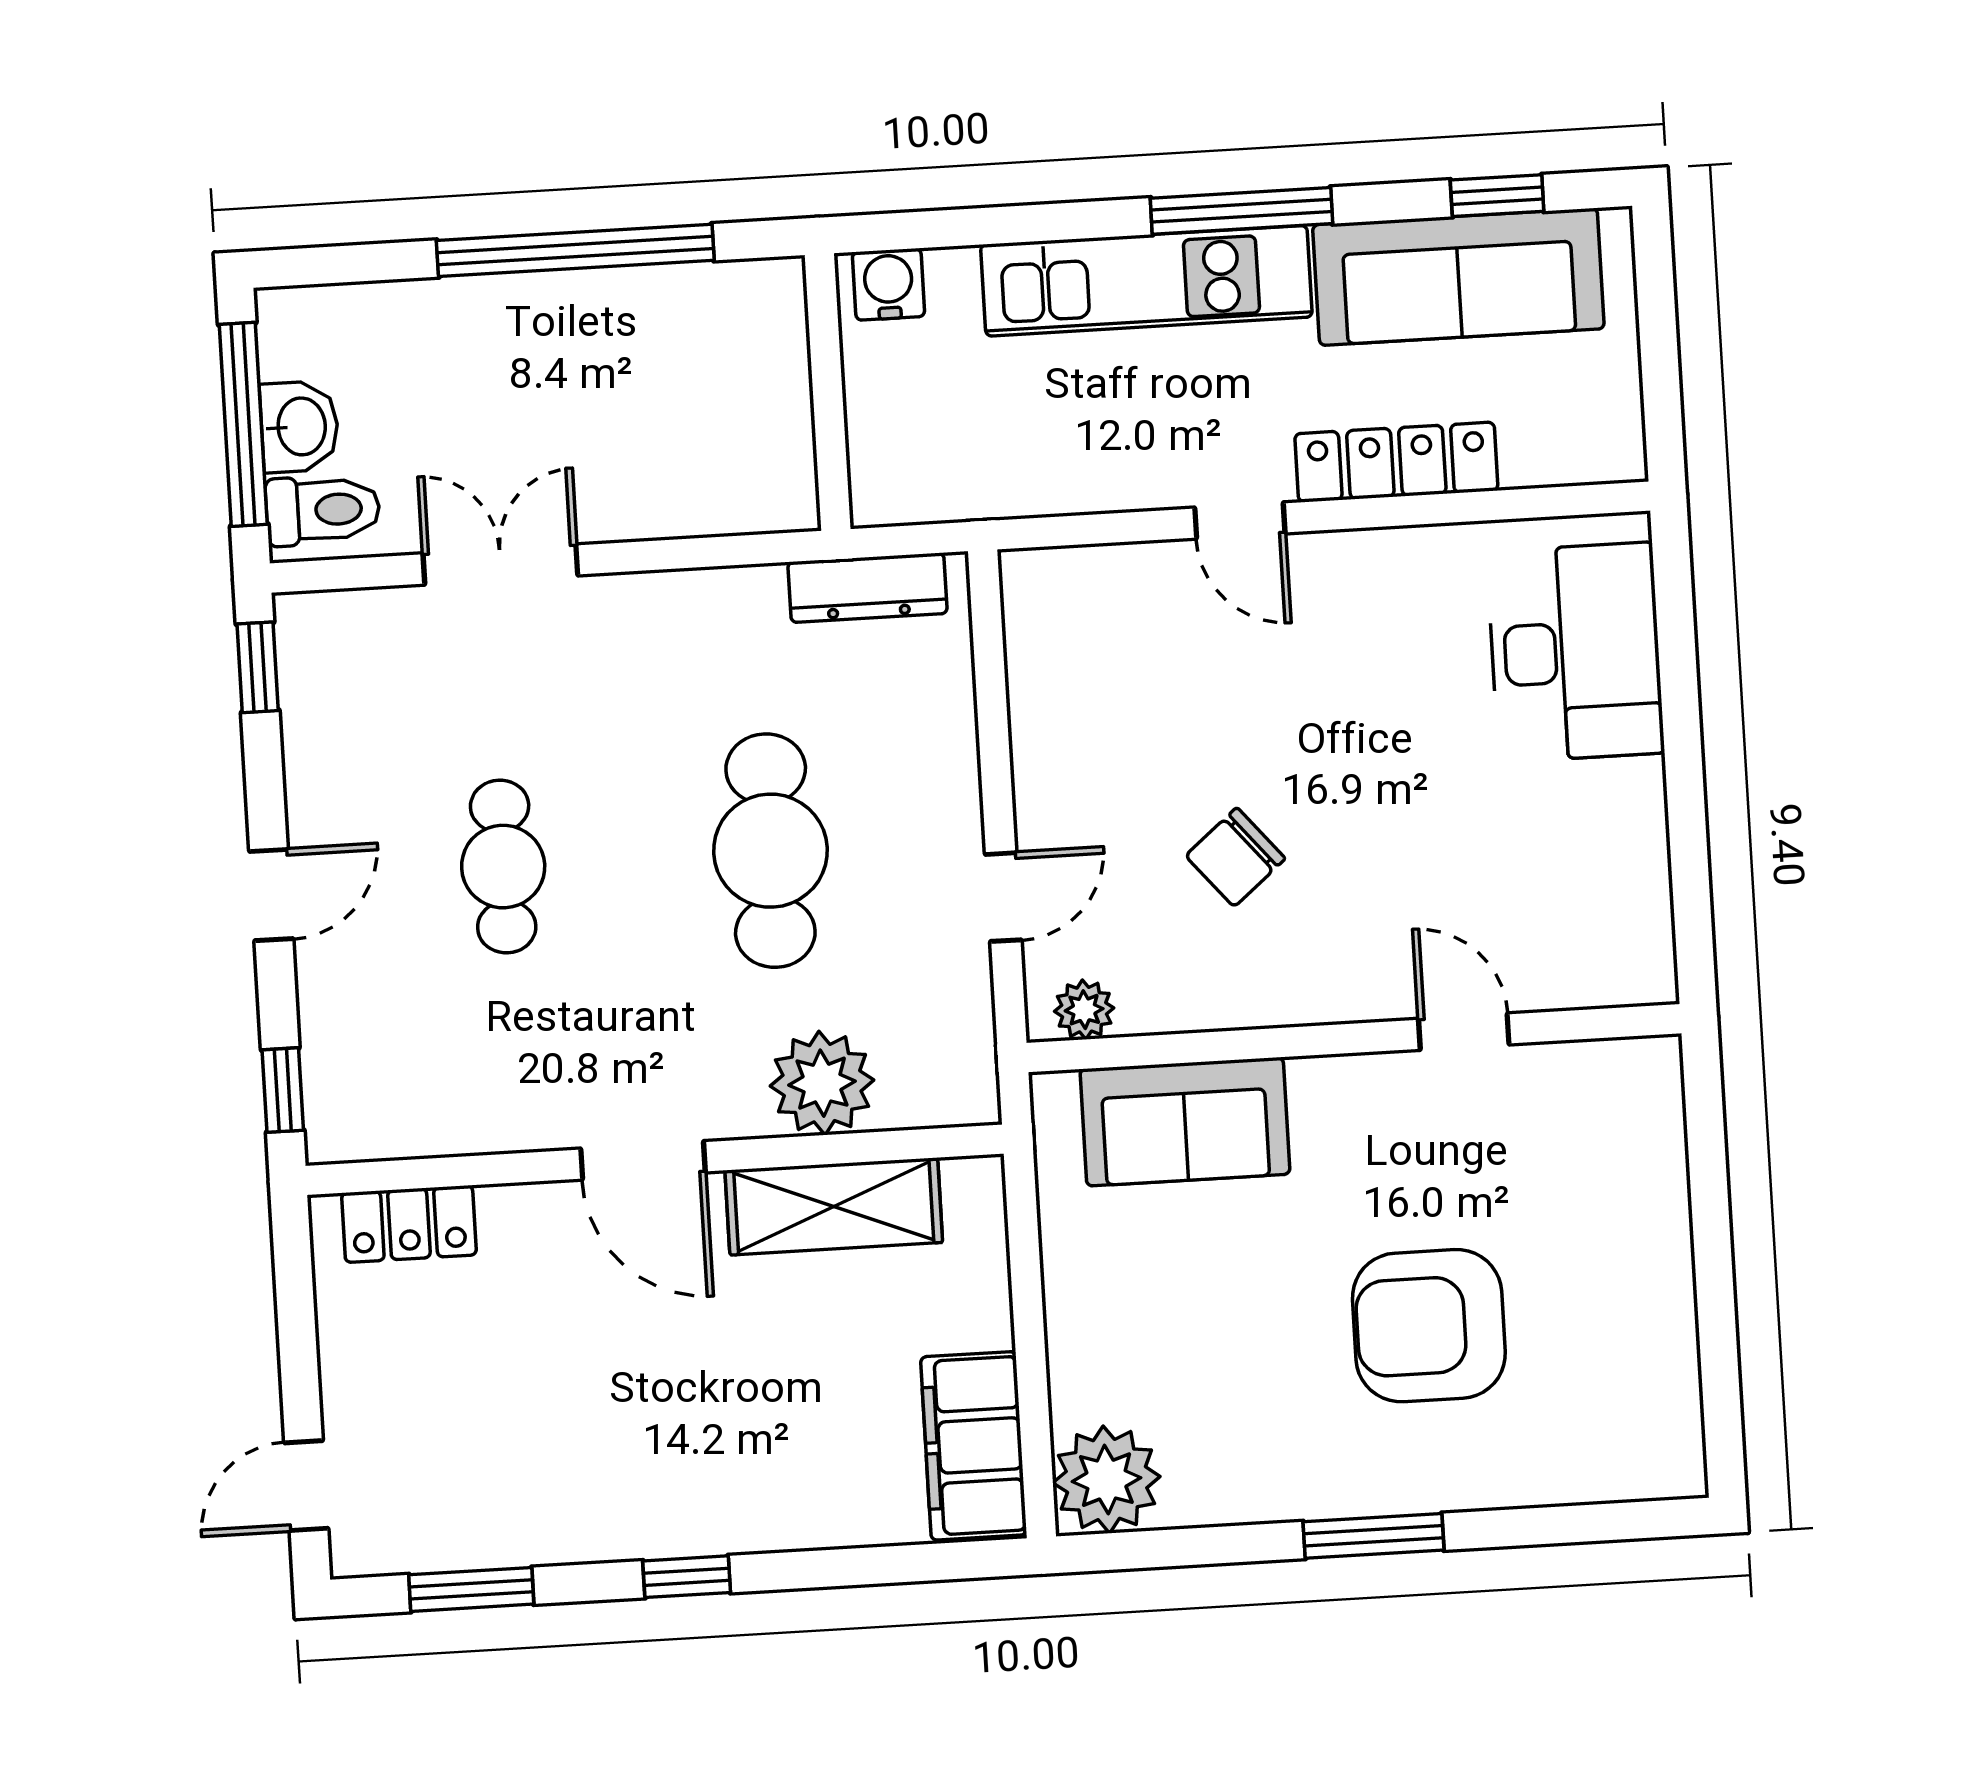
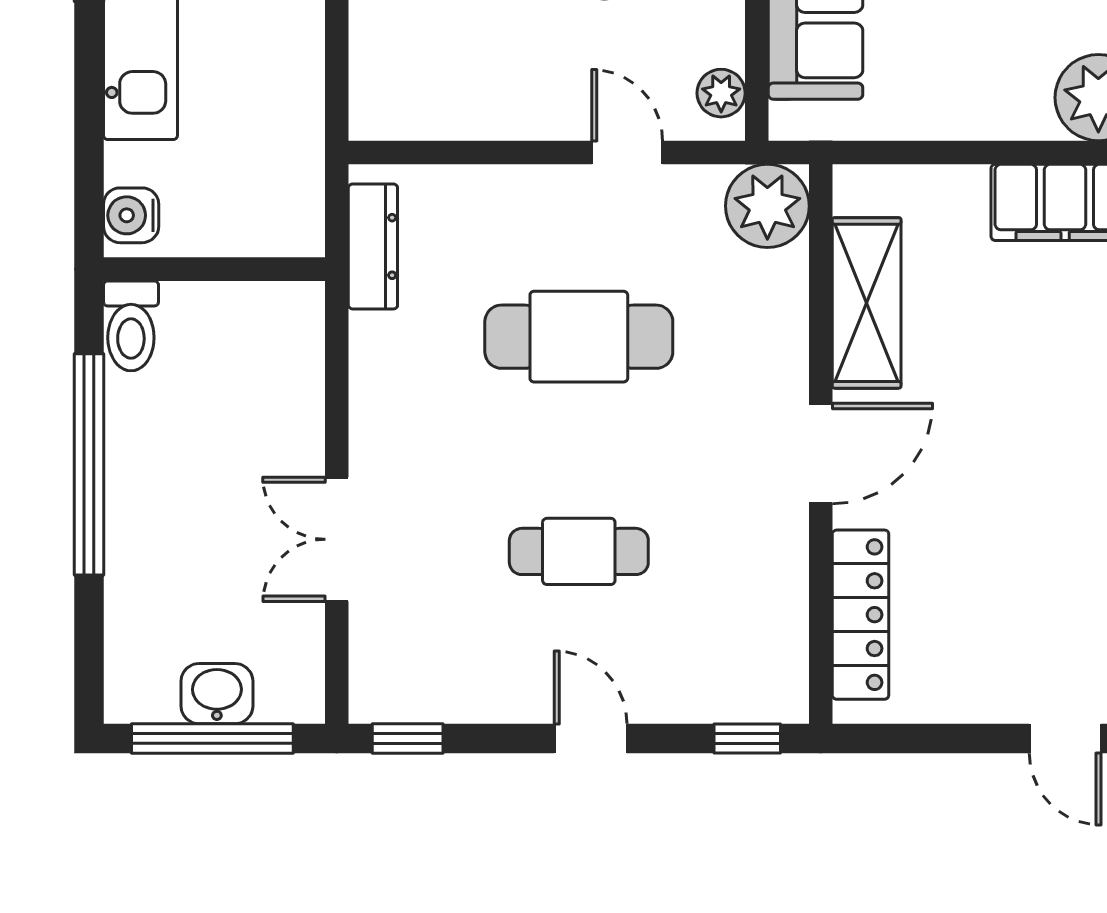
toilet: (323, 510) -> (131, 326), moved, turned 180
plant: (822, 1083) -> (767, 206), moved
locker: (409, 1224) -> (861, 615), width x1.53

